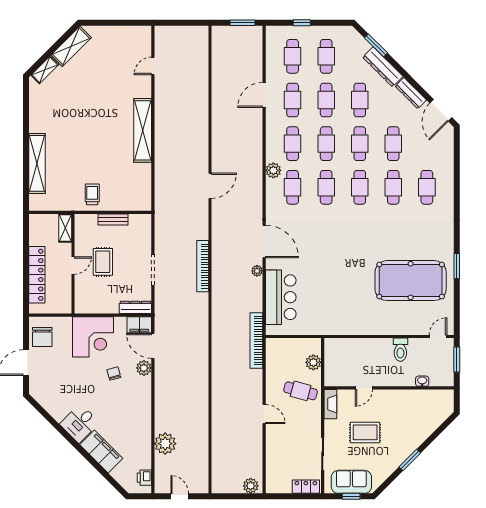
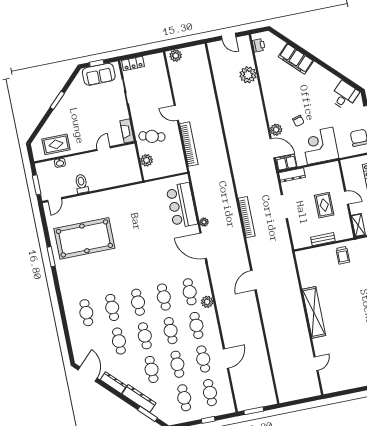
door: (73, 265) -> (347, 198), swing flipped
bookcase: (256, 341) -> (189, 144), moved
desk: (80, 423) -> (344, 95), moved
rug: (365, 432) -> (56, 144), moved

